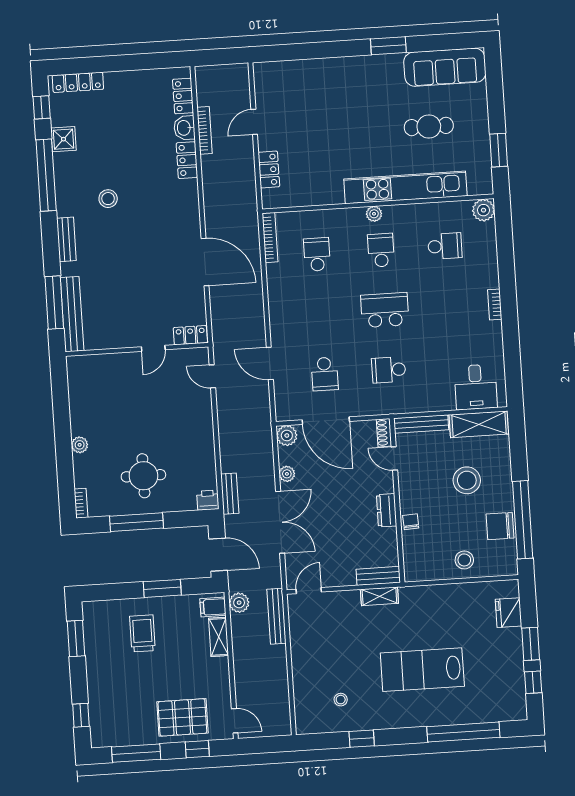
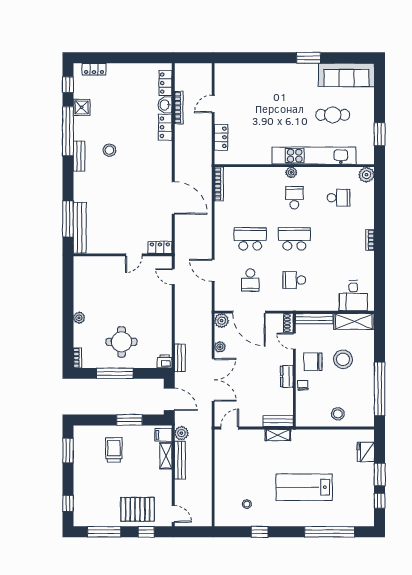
locker: (78, 82) -> (94, 69), width x0.66
bench: (66, 239) -> (79, 156), moved
school desk: (317, 254) -> (250, 239), moved, width x1.85
chair: (500, 526) -> (313, 362), moved
bench: (276, 616) -> (180, 460), moved

